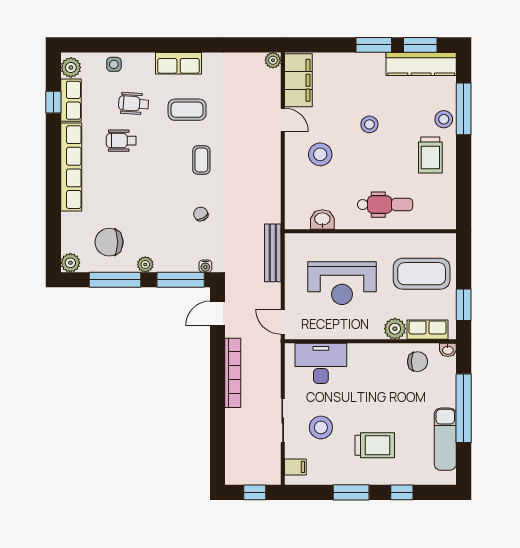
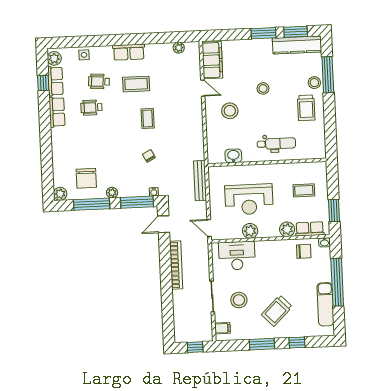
plant: (273, 60) -> (179, 48), moved
row of seats: (71, 167) -> (57, 112), width x0.50
chair: (109, 242) -> (86, 178), turned -90
coffee table: (422, 274) -> (304, 190), width x0.54, depth x0.58
plant: (342, 329) -> (250, 231), added
trolley: (375, 445) -> (277, 311), turned 136

